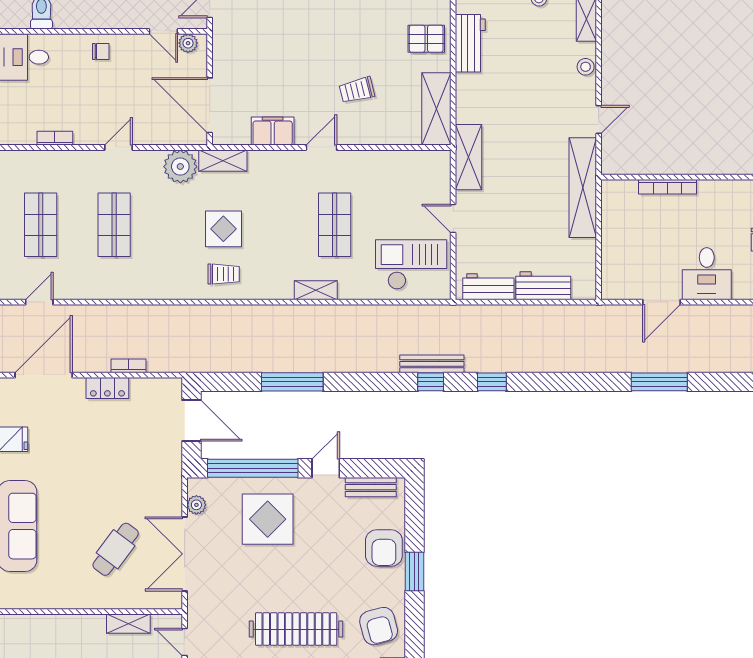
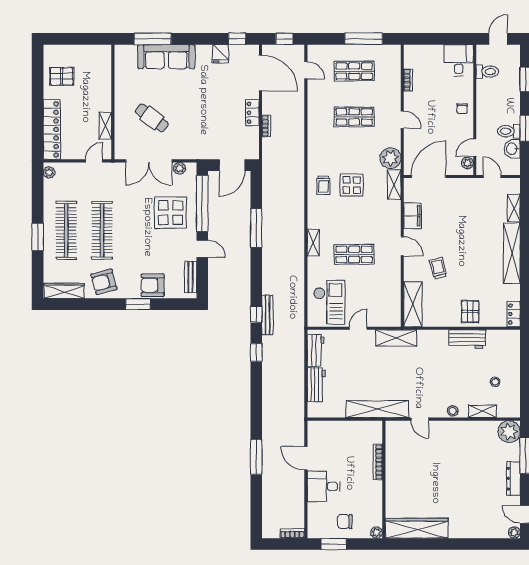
shelving: (436, 109) -> (413, 304), moved, turned 90
double door: (185, 554) -> (149, 161), swing flipped

